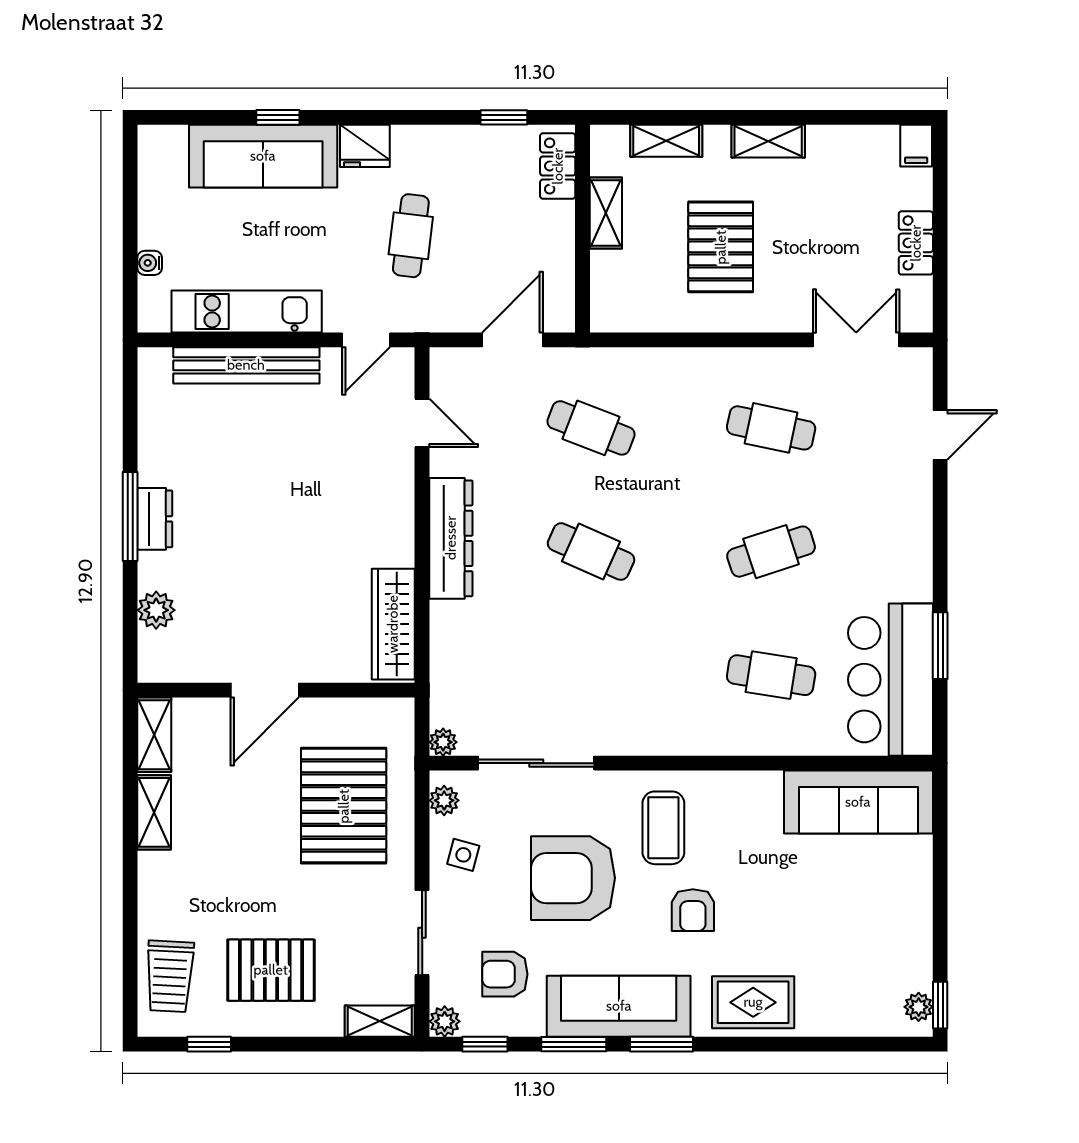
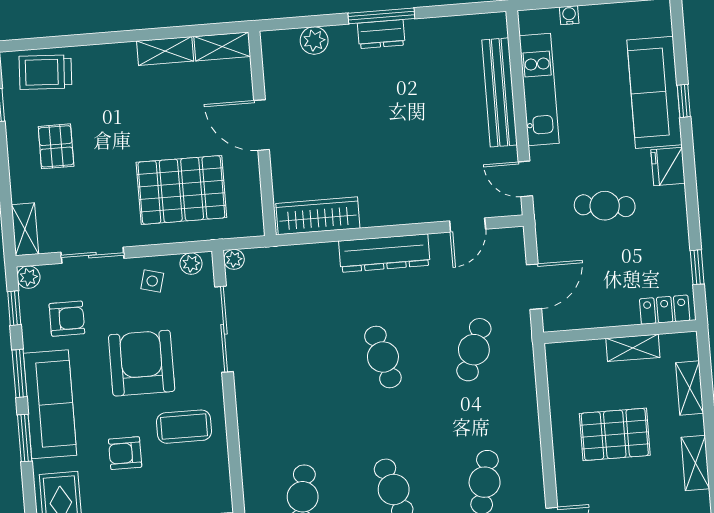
door: (513, 340) -> (534, 287), hinge flipped
cafe table: (591, 552) -> (383, 357), turned -39
pallet: (271, 970) -> (56, 146), width x0.67, depth x0.71
armchair: (505, 974) -> (67, 319), turned 90

